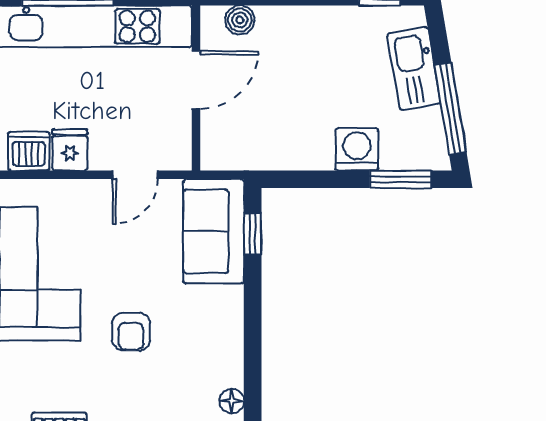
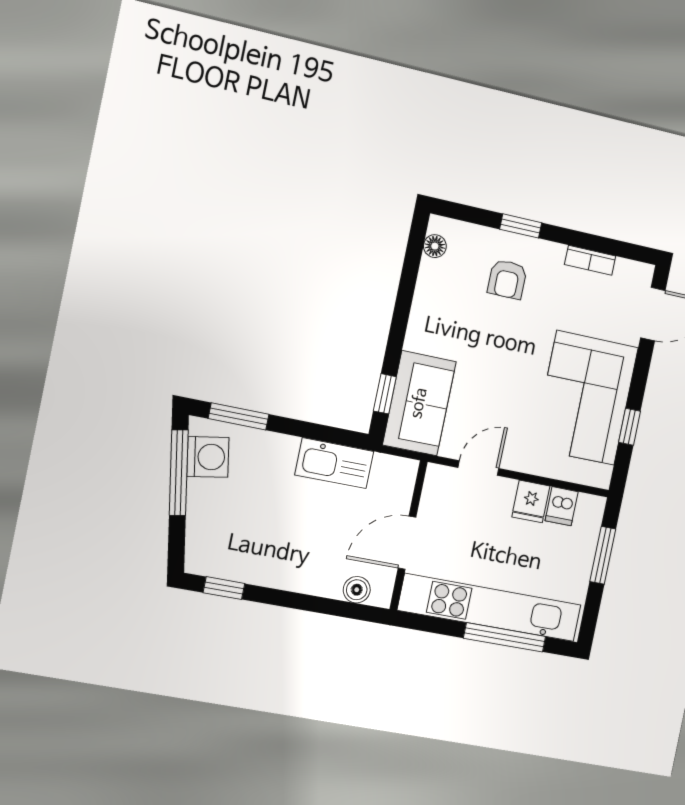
kitchen sink: (414, 69) -> (334, 463), moved, turned 100
washing machine: (357, 149) -> (208, 457), moved, turned -100
dishwasher: (29, 151) -> (562, 506), width x0.73
armchair: (131, 332) -> (507, 279), moved, turned 180

